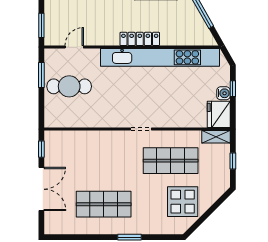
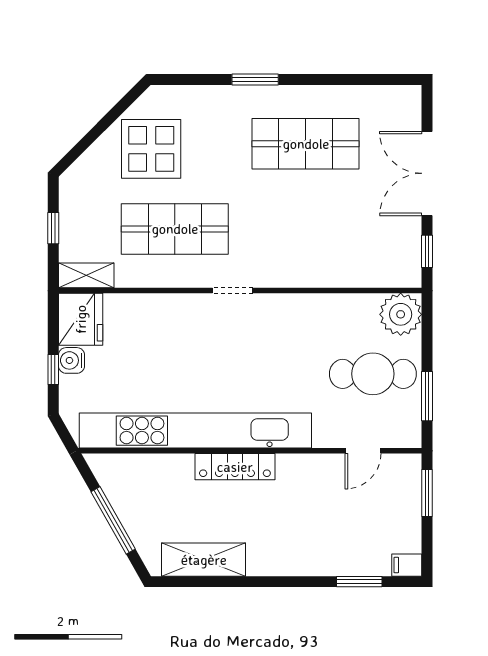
plant: (55, 117) -> (401, 314), added

